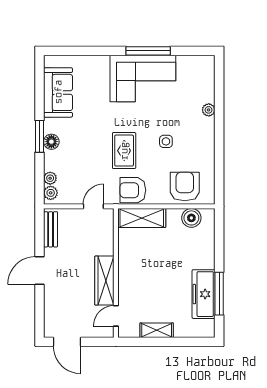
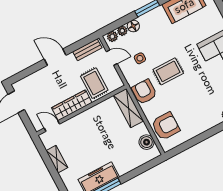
side table: (166, 141) -> (140, 58), moved
floor lamp: (51, 142) -> (133, 26), moved
door: (93, 206) -> (112, 58), moved
rug: (93, 242) -> (94, 83), added

